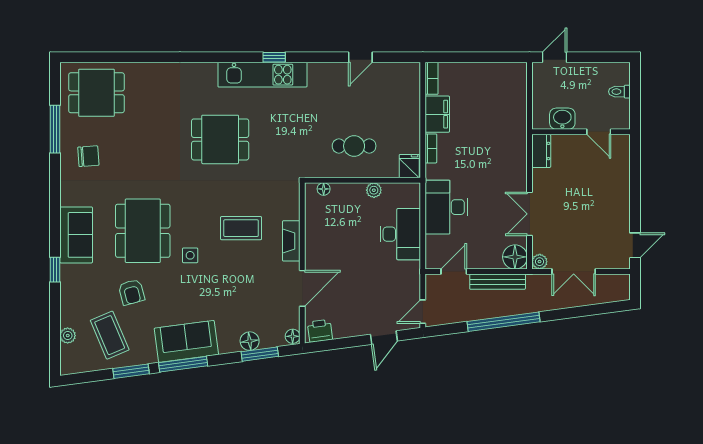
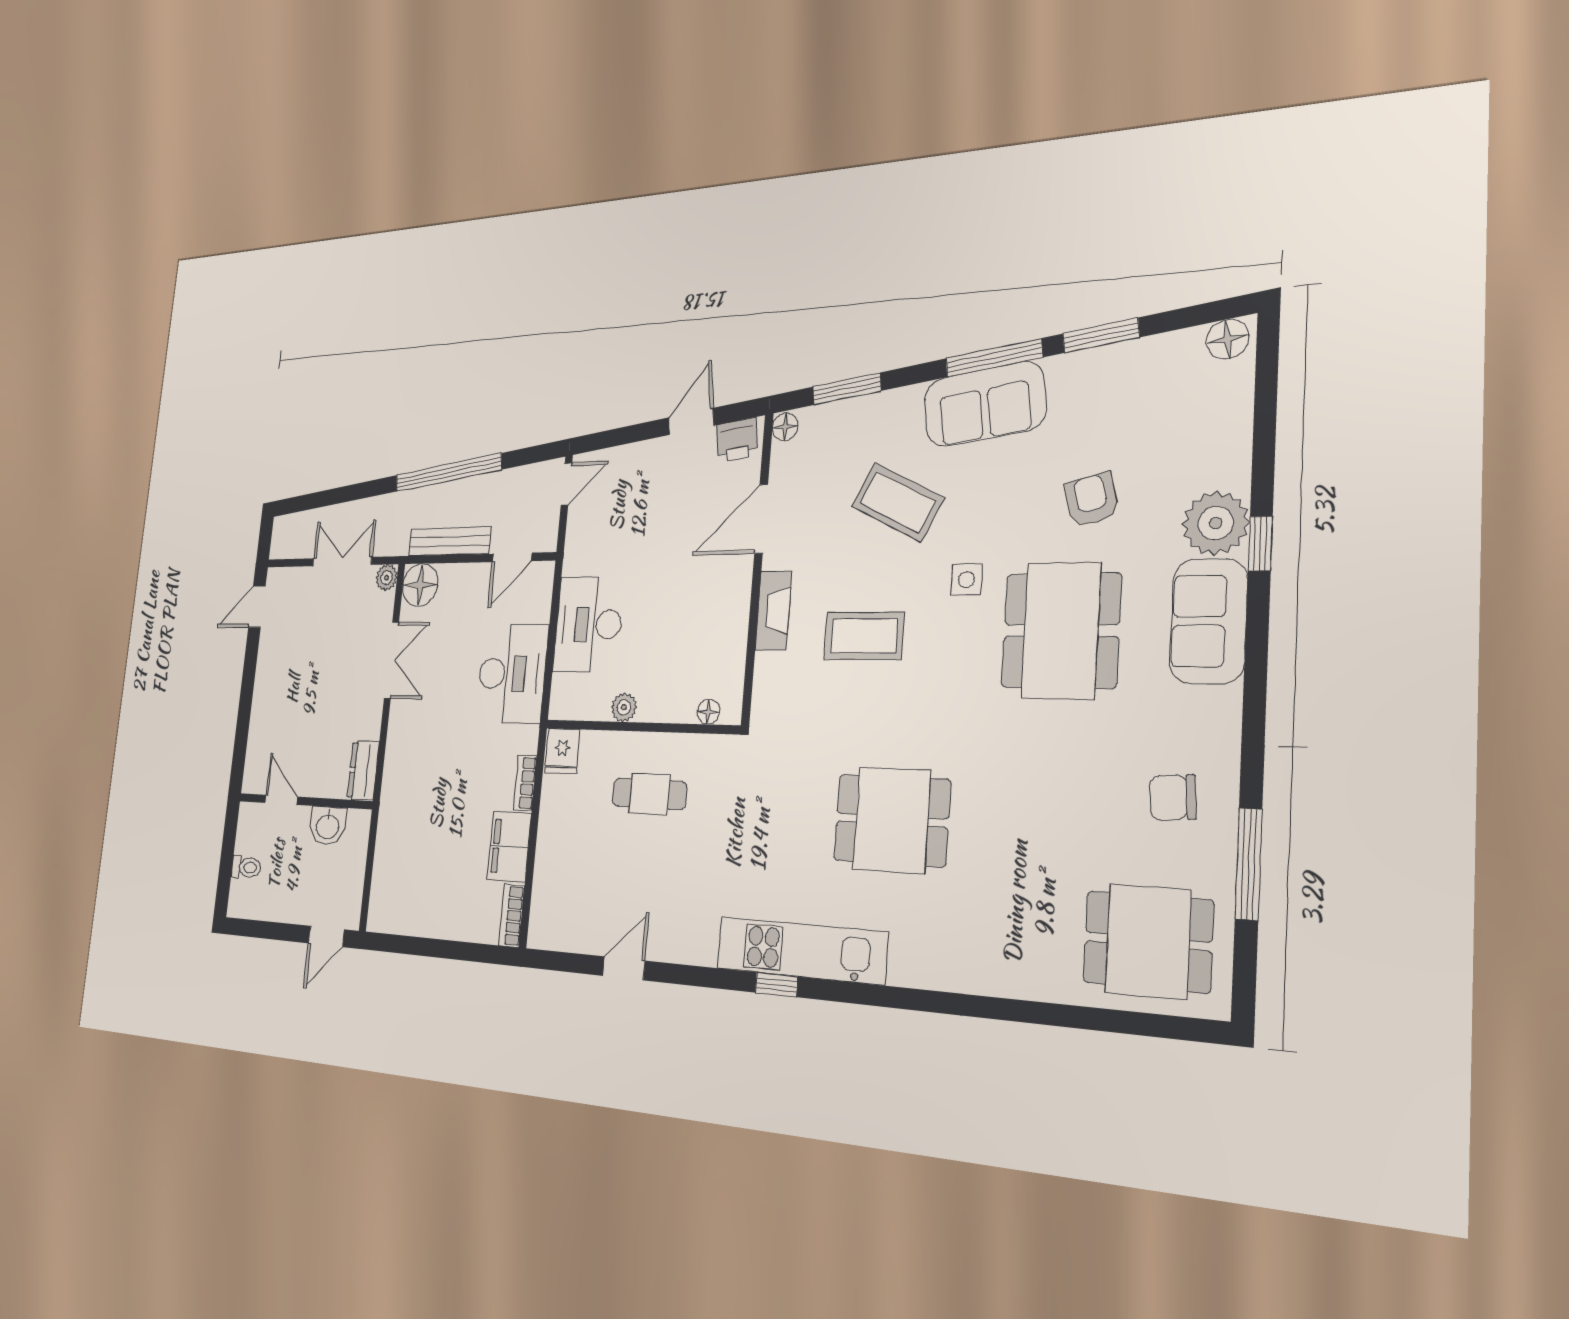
coffee table: (110, 335) -> (898, 502), moved, turned -40
plant: (68, 336) -> (1216, 523), moved, width x1.88, depth x1.88
door: (384, 338) -> (691, 421), moved
floor lamp: (250, 341) -> (1228, 339), moved

